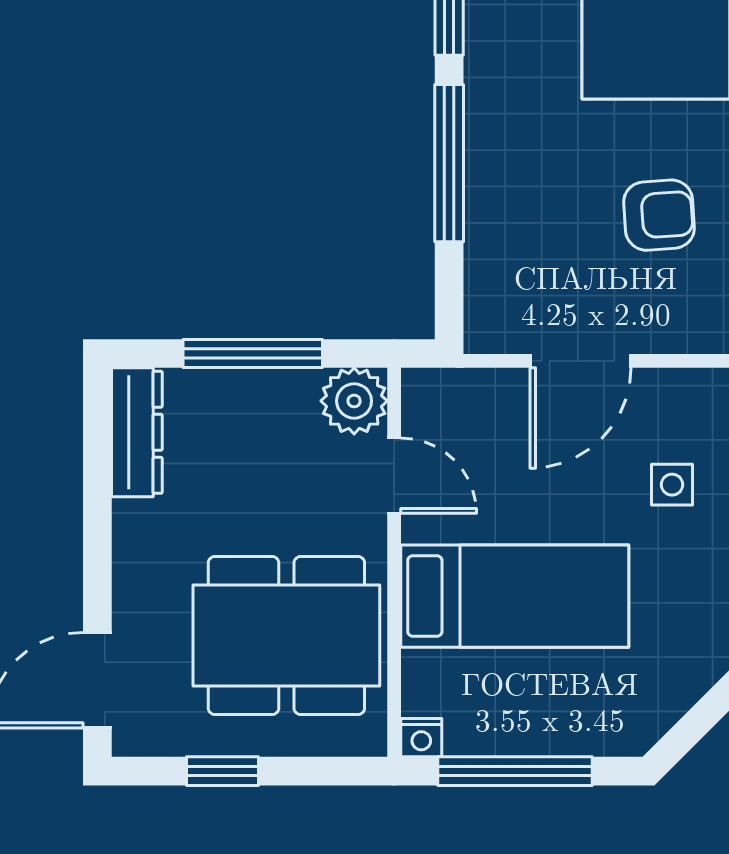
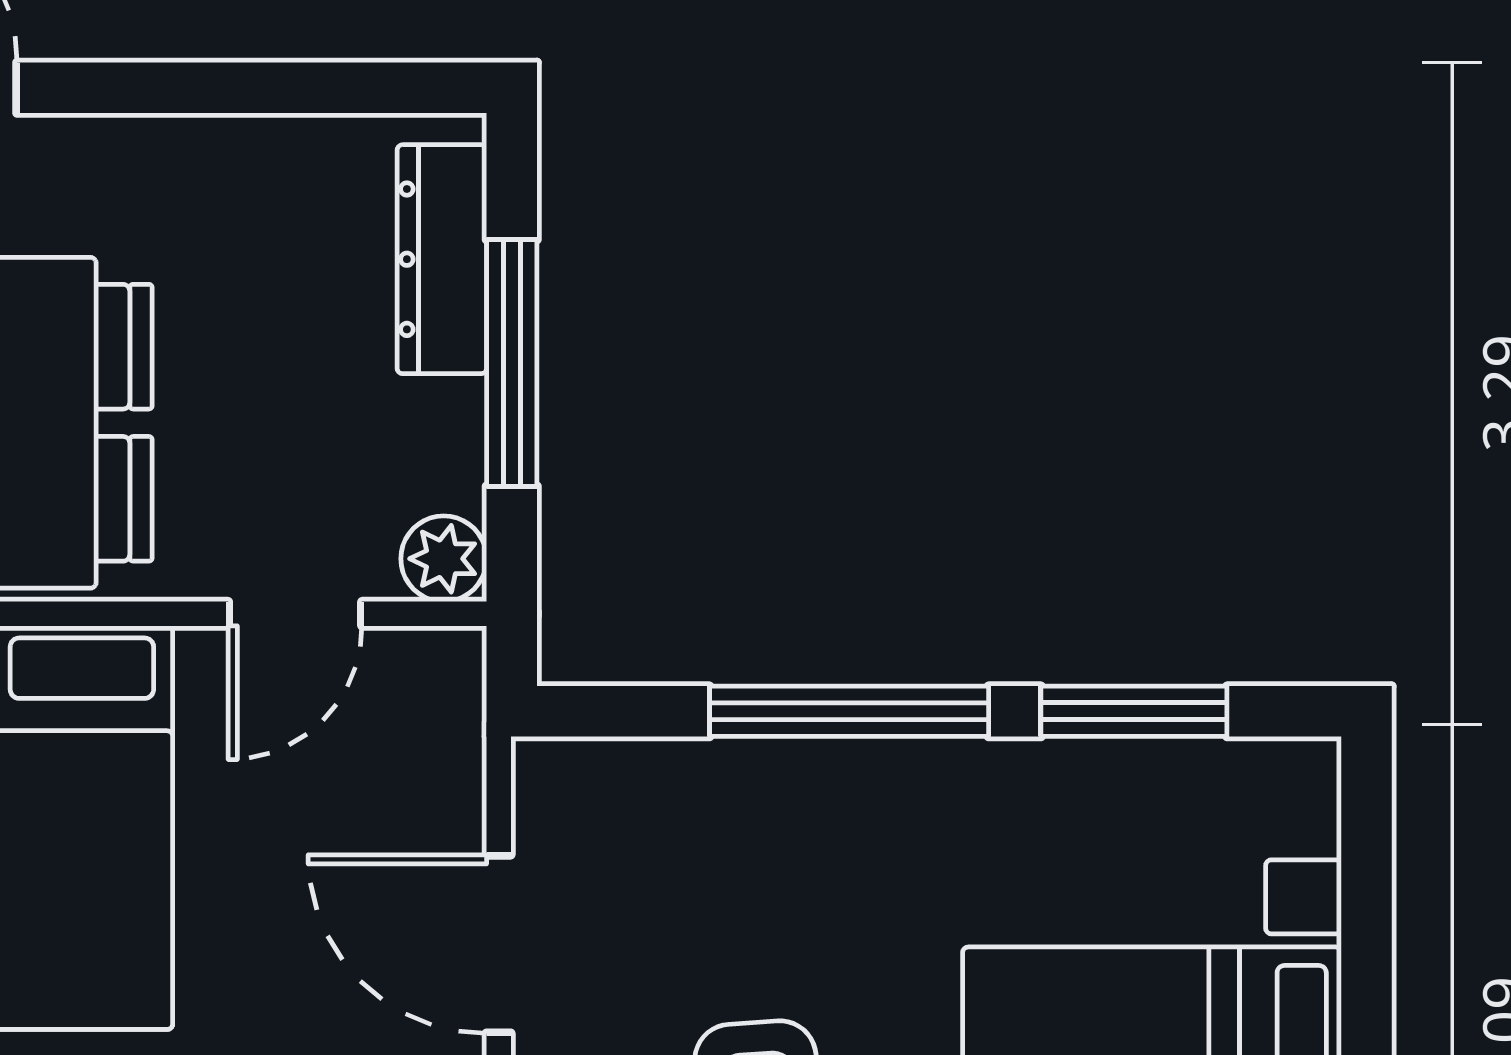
plant: (354, 401) -> (444, 559), width x0.73, depth x0.73
dresser: (137, 432) -> (442, 259), moved, turned 90

